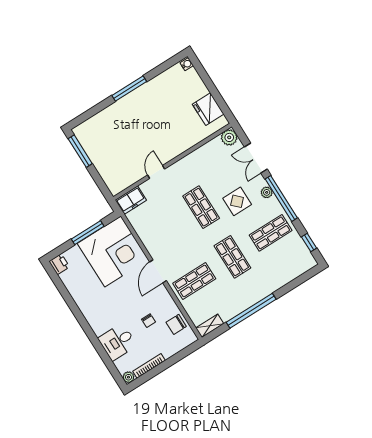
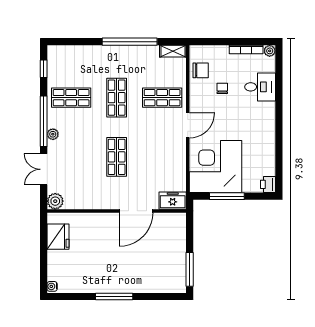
double door: (256, 158) -> (44, 169), swing flipped
door: (156, 172) -> (136, 211), width x1.87
display table: (237, 201) -> (83, 142), removed

